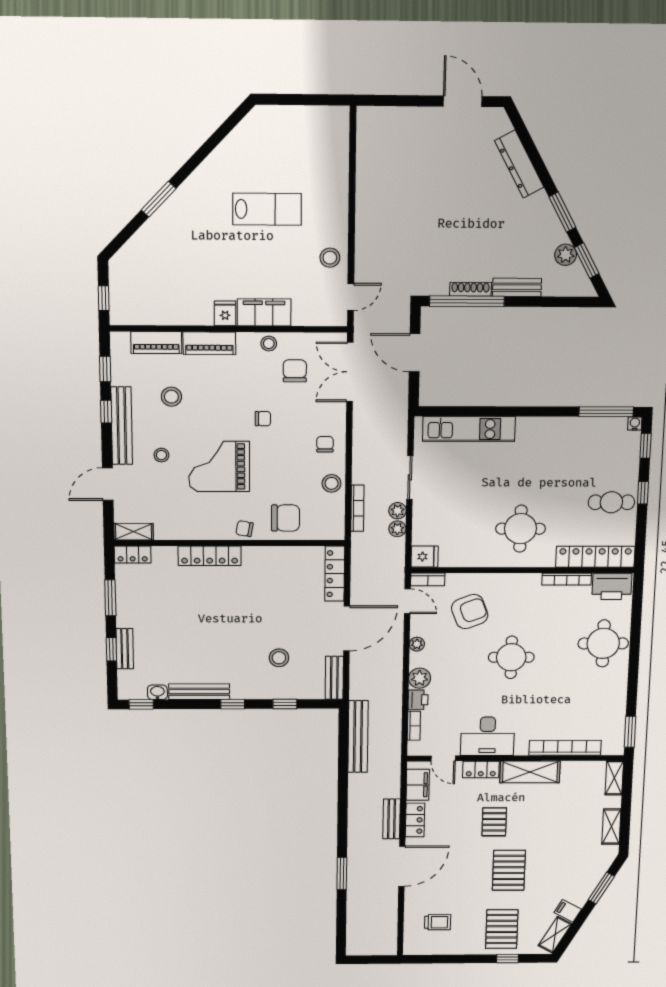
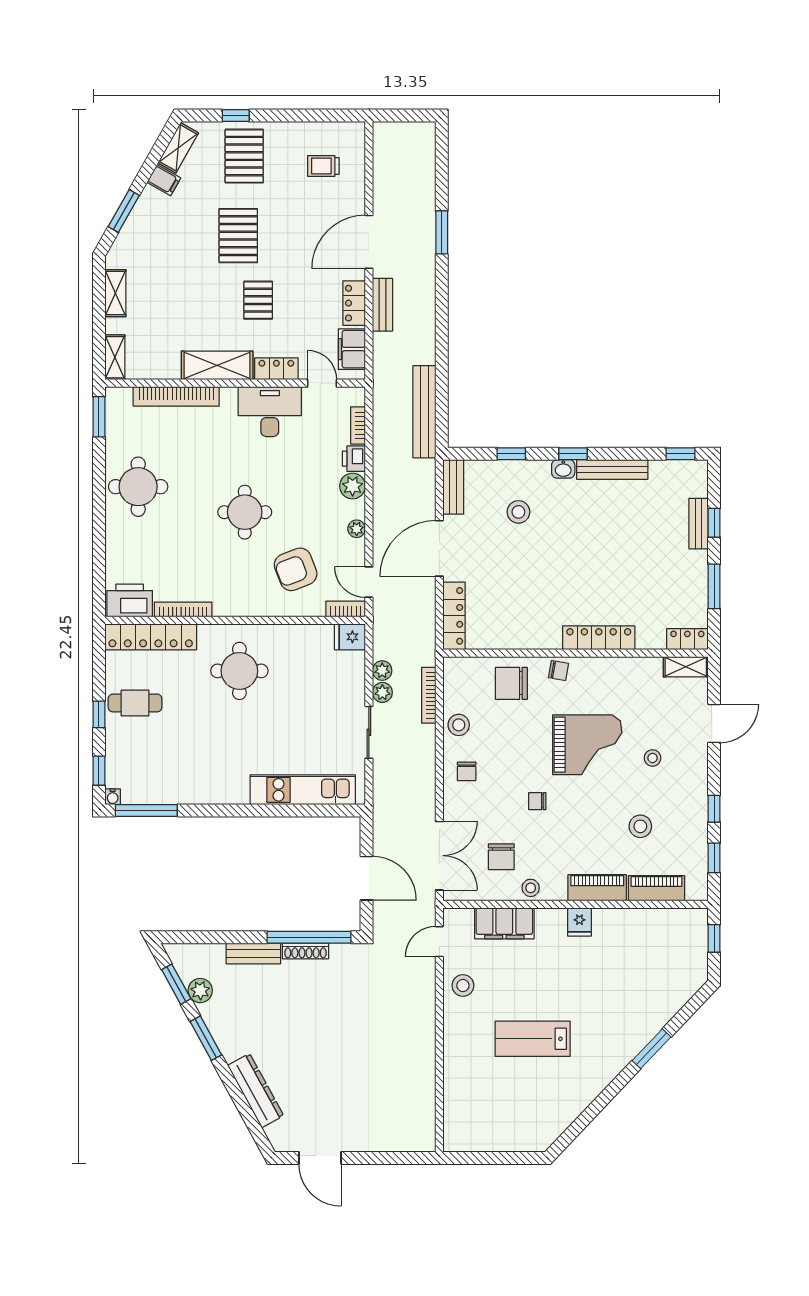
filing cabinet: (264, 312) -> (504, 923), moved
bench: (122, 426) -> (697, 792), removed
round table: (603, 643) -> (138, 487), moved
washbasin: (157, 692) -> (563, 469), moved

